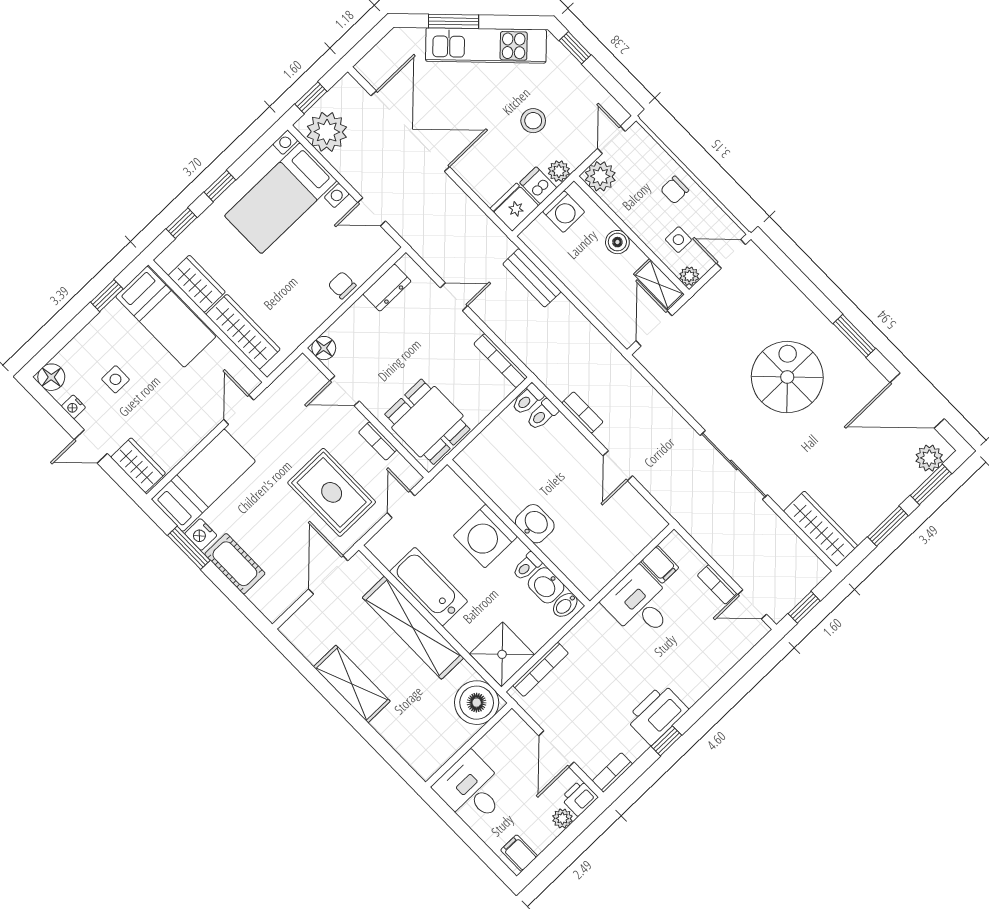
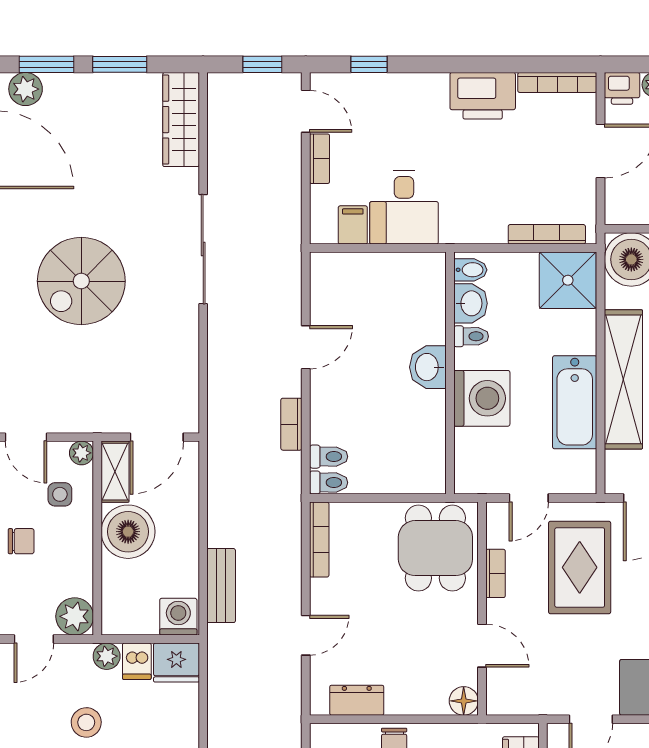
washing machine: (564, 212) -> (178, 617), moved
boiler: (617, 242) -> (128, 532), width x1.86, depth x1.86
door: (454, 297) -> (306, 635), swing flipped
window: (666, 741) -> (369, 64), moved
bookcase: (612, 773) -> (557, 82), width x1.56

